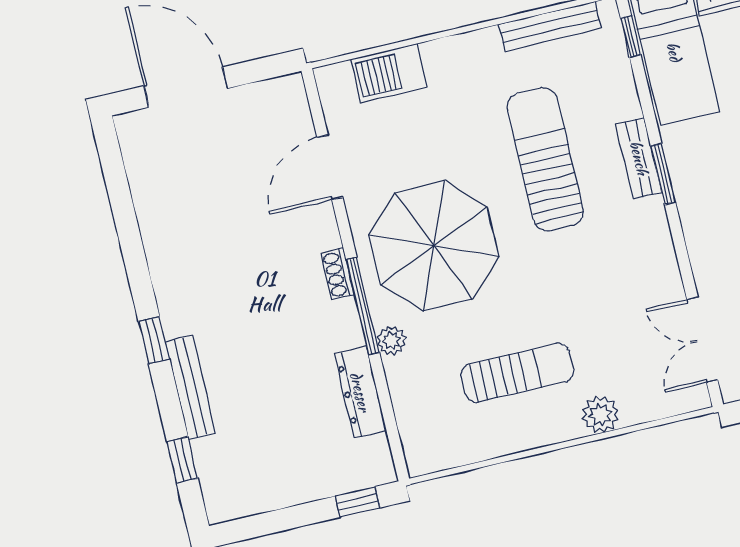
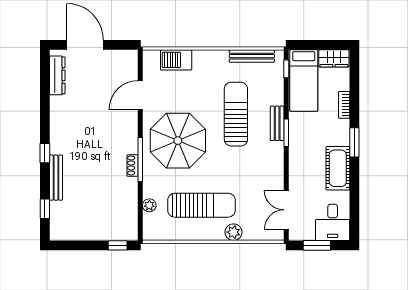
shoe rack: (338, 274) -> (133, 165), moved
plant: (391, 341) -> (149, 205), moved
sun lounger: (518, 373) -> (201, 205), width x1.36, depth x1.34
dresser: (360, 392) -> (57, 75), moved, turned 180

